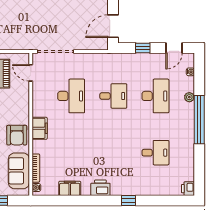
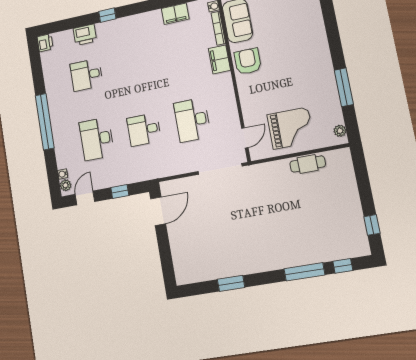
door: (31, 73) -> (245, 138), hinge flipped
plant: (189, 97) -> (66, 185), moved
filing cabinet: (40, 128) -> (219, 59), moved
printer: (100, 188) -> (85, 35), moved

